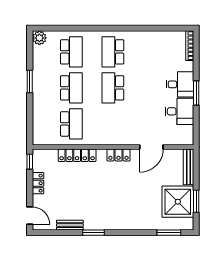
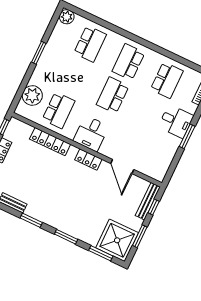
school desk: (71, 88) -> (167, 80), moved
desk: (179, 111) -> (91, 133), moved, turned 90
plant: (42, 122) -> (32, 95), added
door: (151, 147) -> (122, 167), hinge flipped
window: (196, 170) -> (154, 207), added
shower: (178, 202) -> (117, 240), moved
window: (131, 233) -> (66, 237), added

